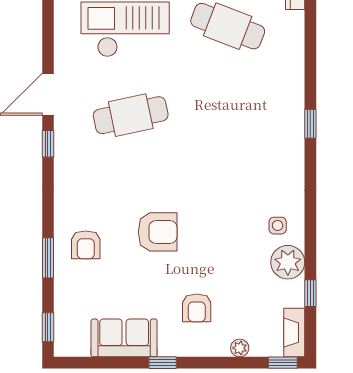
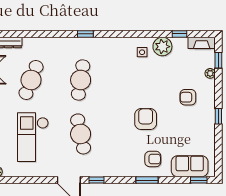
cafe table: (228, 115) -> (81, 80), added
window: (48, 258) -> (147, 180), moved
armchair: (197, 308) -> (188, 97), turned 180
sofa: (124, 338) -> (190, 166), moved, turned 90
window: (283, 363) -> (218, 60), moved

